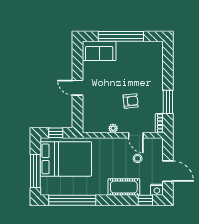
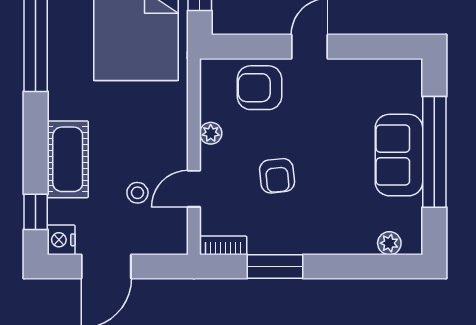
sofa: (99, 51) -> (399, 155), moved
plant: (158, 55) -> (389, 243), added
armchair: (94, 108) -> (259, 88), added

